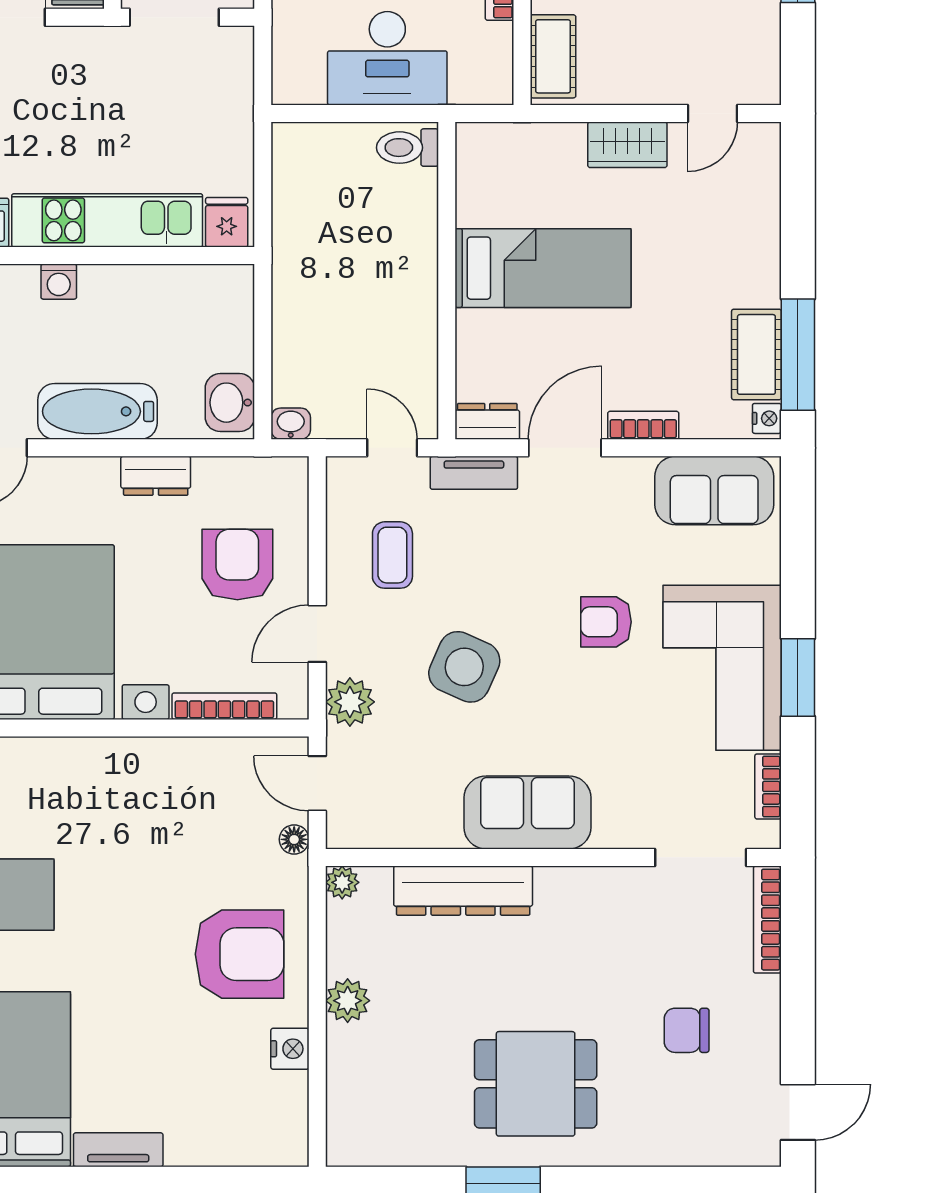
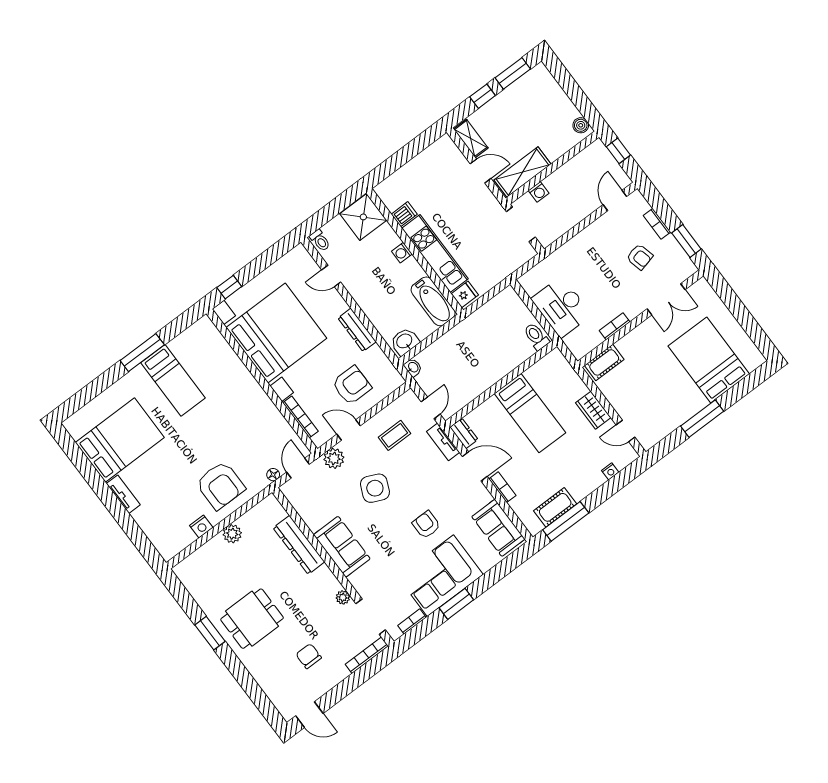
bathtub: (97, 411) -> (433, 301), moved, turned 180
nightstand: (767, 418) -> (610, 471), moved
dresser: (156, 476) -> (357, 330), width x1.44
plant: (342, 882) -> (343, 597), moved
dining table: (536, 1084) -> (252, 619), turned 90

